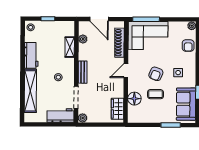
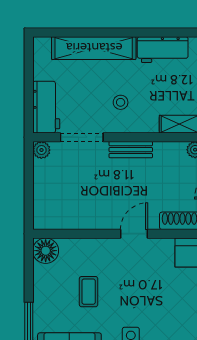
door: (126, 71) -> (134, 234), hinge flipped
armchair: (156, 74) -> (128, 292), removed
floor lamp: (134, 99) -> (46, 251), moved
wardrobe: (117, 109) -> (60, 218), removed

